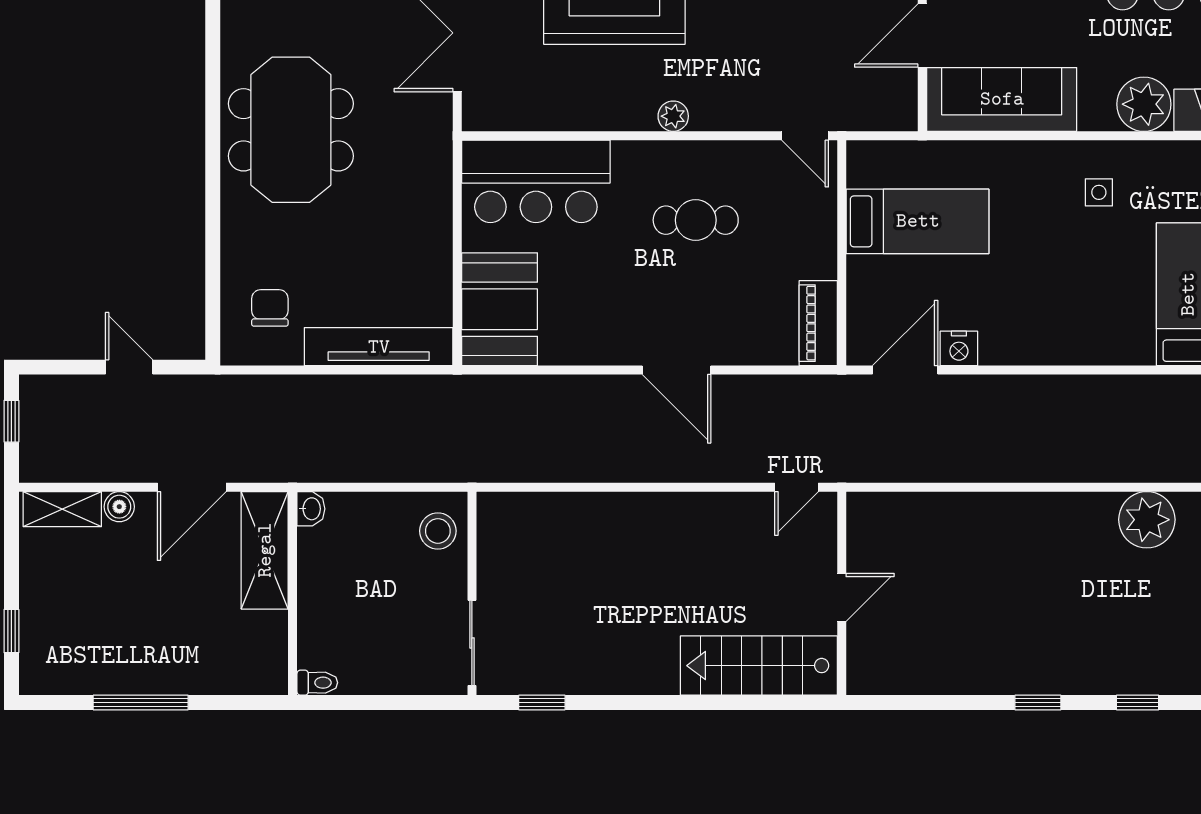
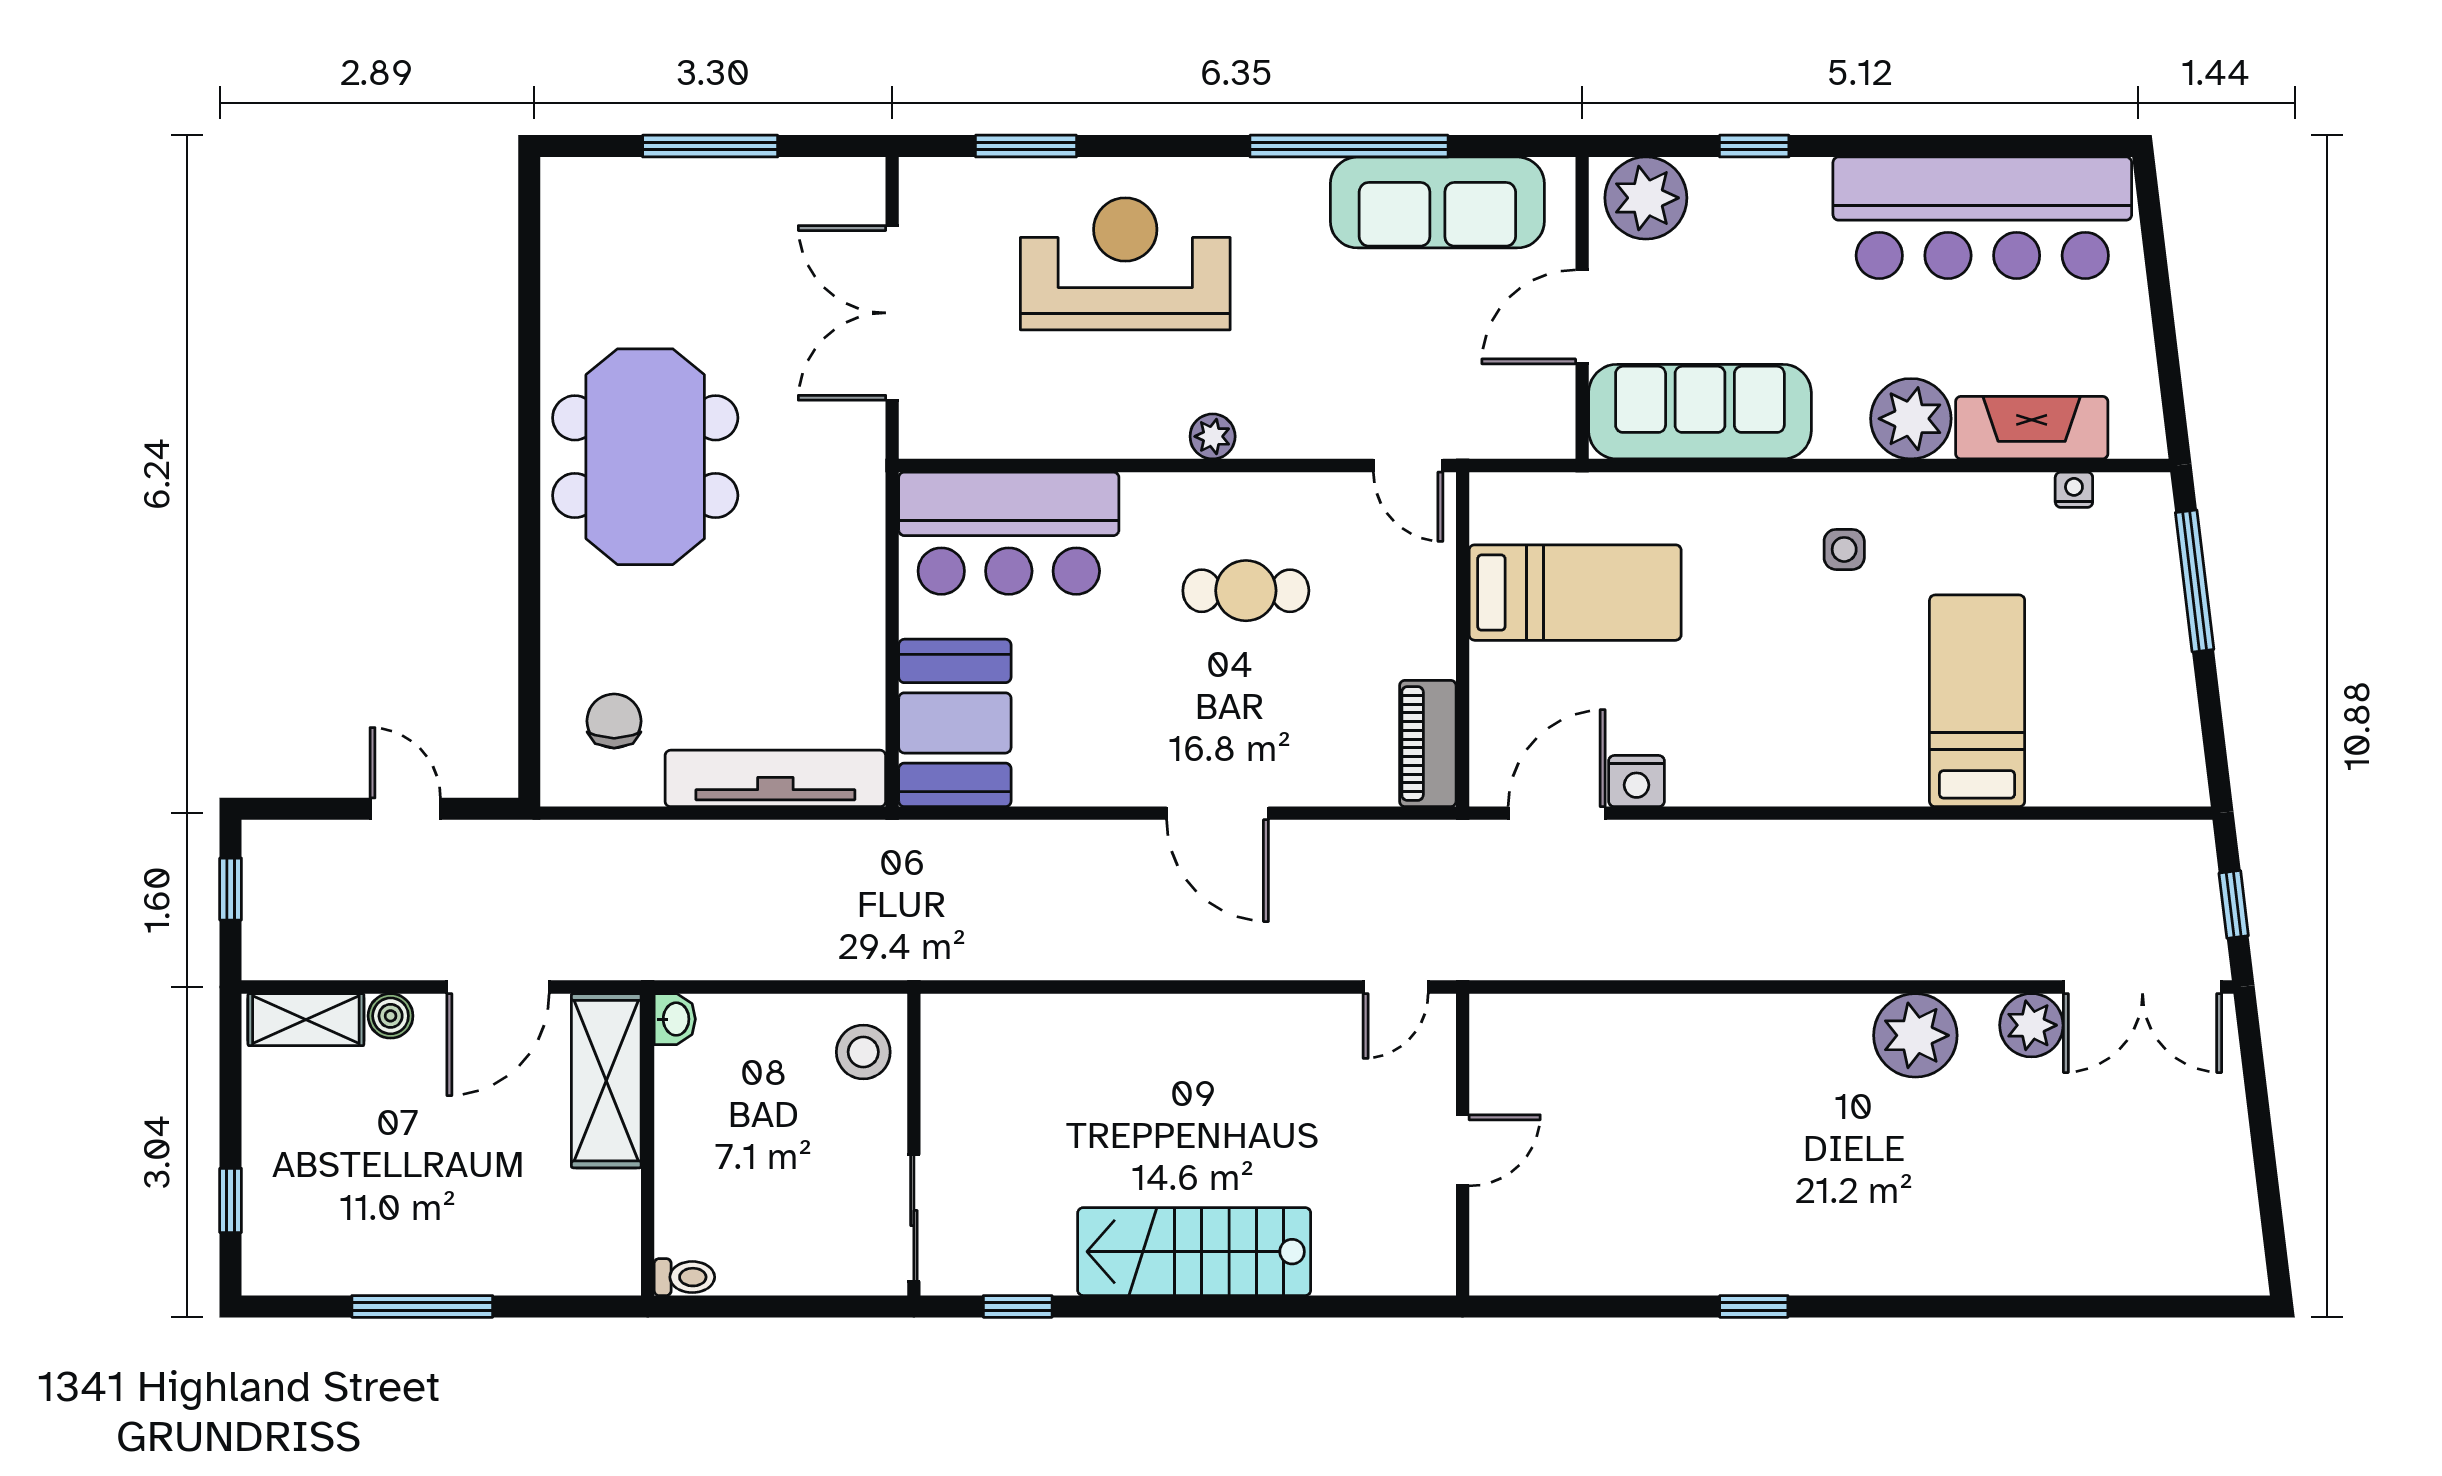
stairs: (759, 666) -> (1194, 1252), moved
window: (1138, 702) -> (1902, 1306), removed

